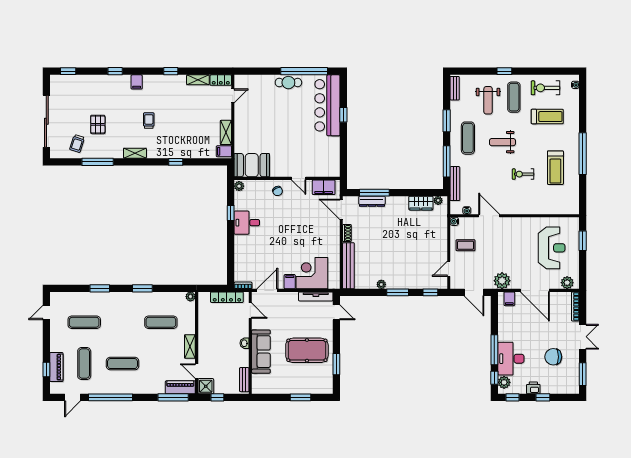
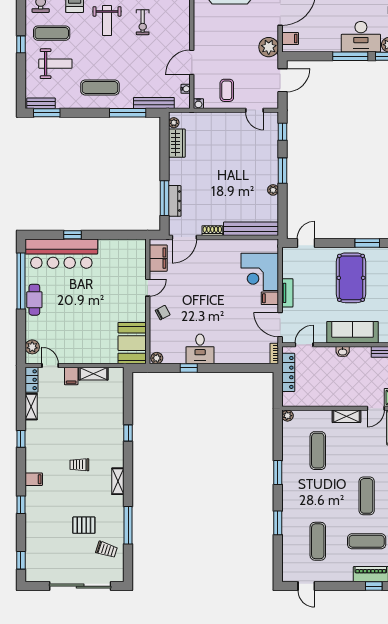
plant: (248, 81) -> (32, 347), added
window: (447, 121) -> (47, 113), moved
weight bench: (502, 142) -> (107, 21), moved
filing cabinet: (224, 151) -> (71, 376), moved
tv unit: (316, 296) -> (287, 293), moved, width x0.71

